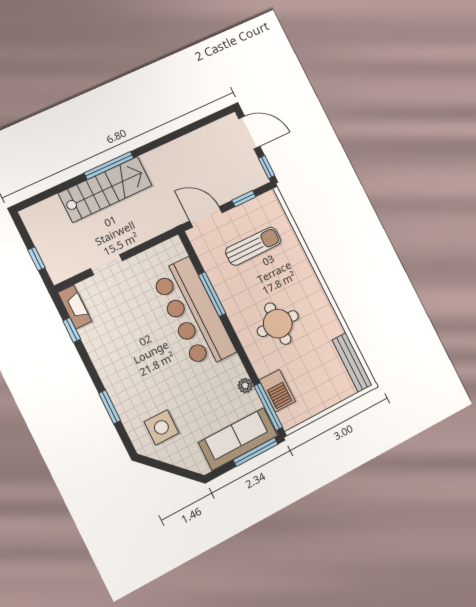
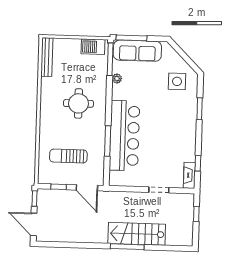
barbecue: (277, 391) -> (93, 47), moved, turned -90

